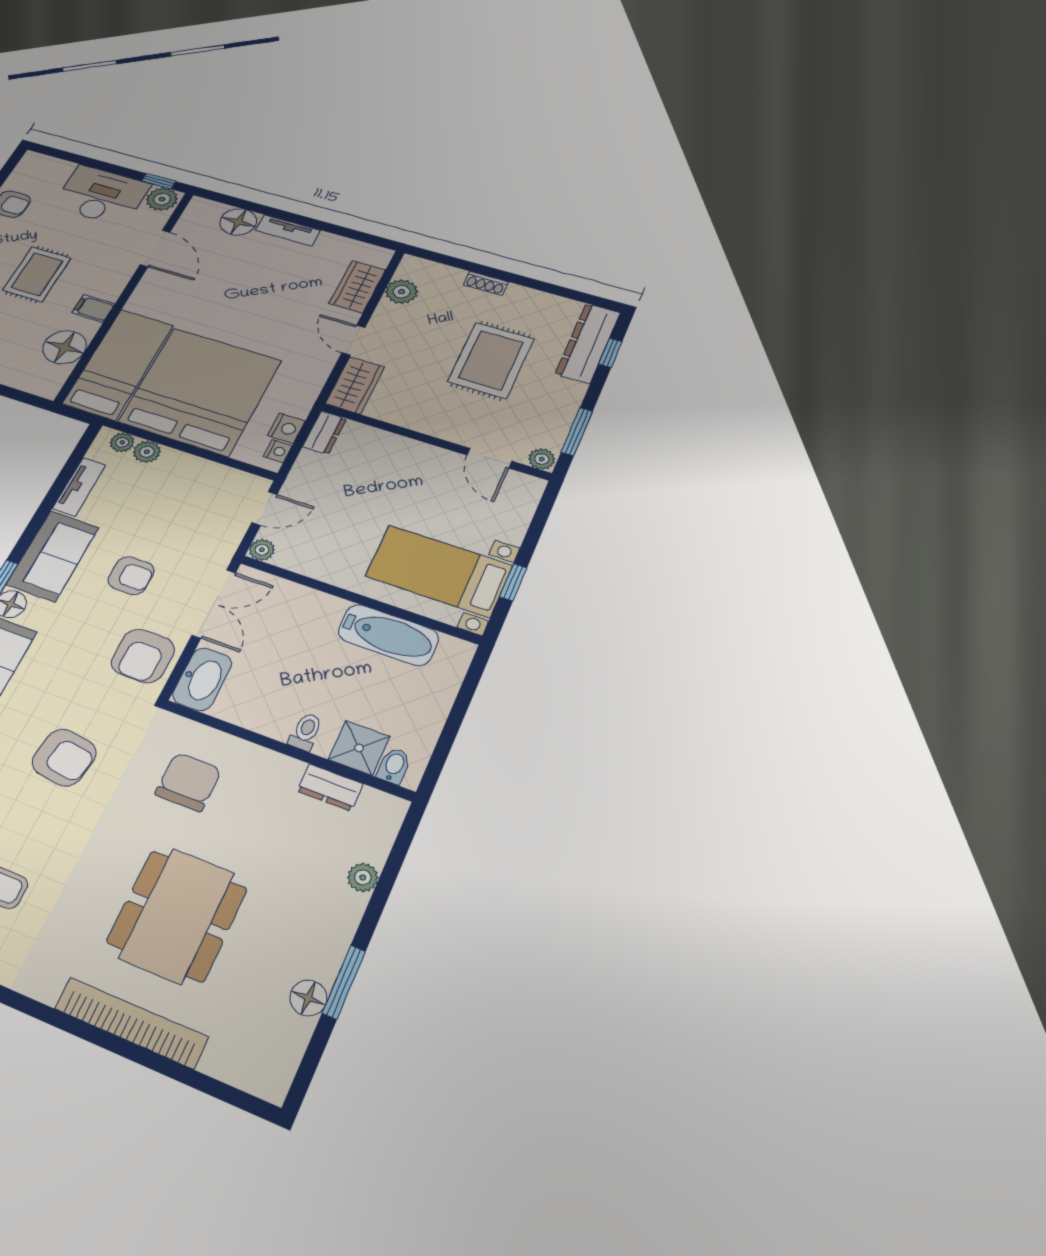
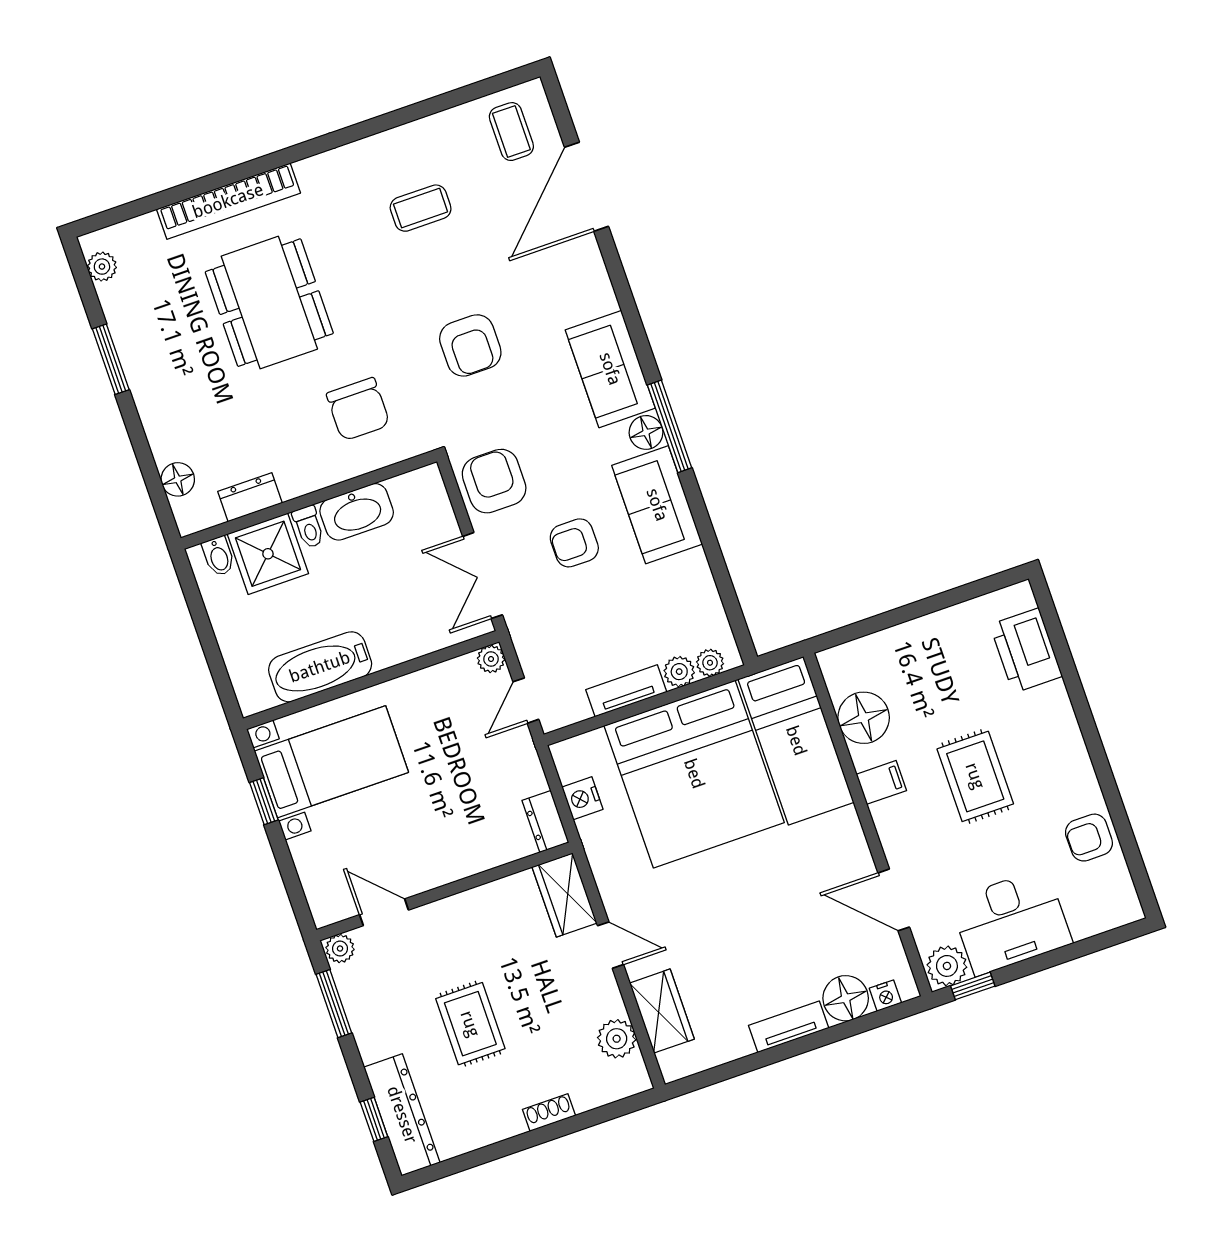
rug: (491, 360) -> (470, 1024), width x0.73, depth x0.70
nightstand: (278, 451) -> (885, 996), moved, turned -90
tv unit: (79, 487) -> (626, 691), moved, turned 90
washbasin: (202, 679) -> (357, 512), moved, turned -90
shower: (359, 748) -> (268, 554), width x1.36, depth x1.36
armchair: (64, 757) -> (470, 345), turned -98
plant: (363, 877) -> (102, 267), moved
floor lamp: (308, 998) -> (178, 479), moved

